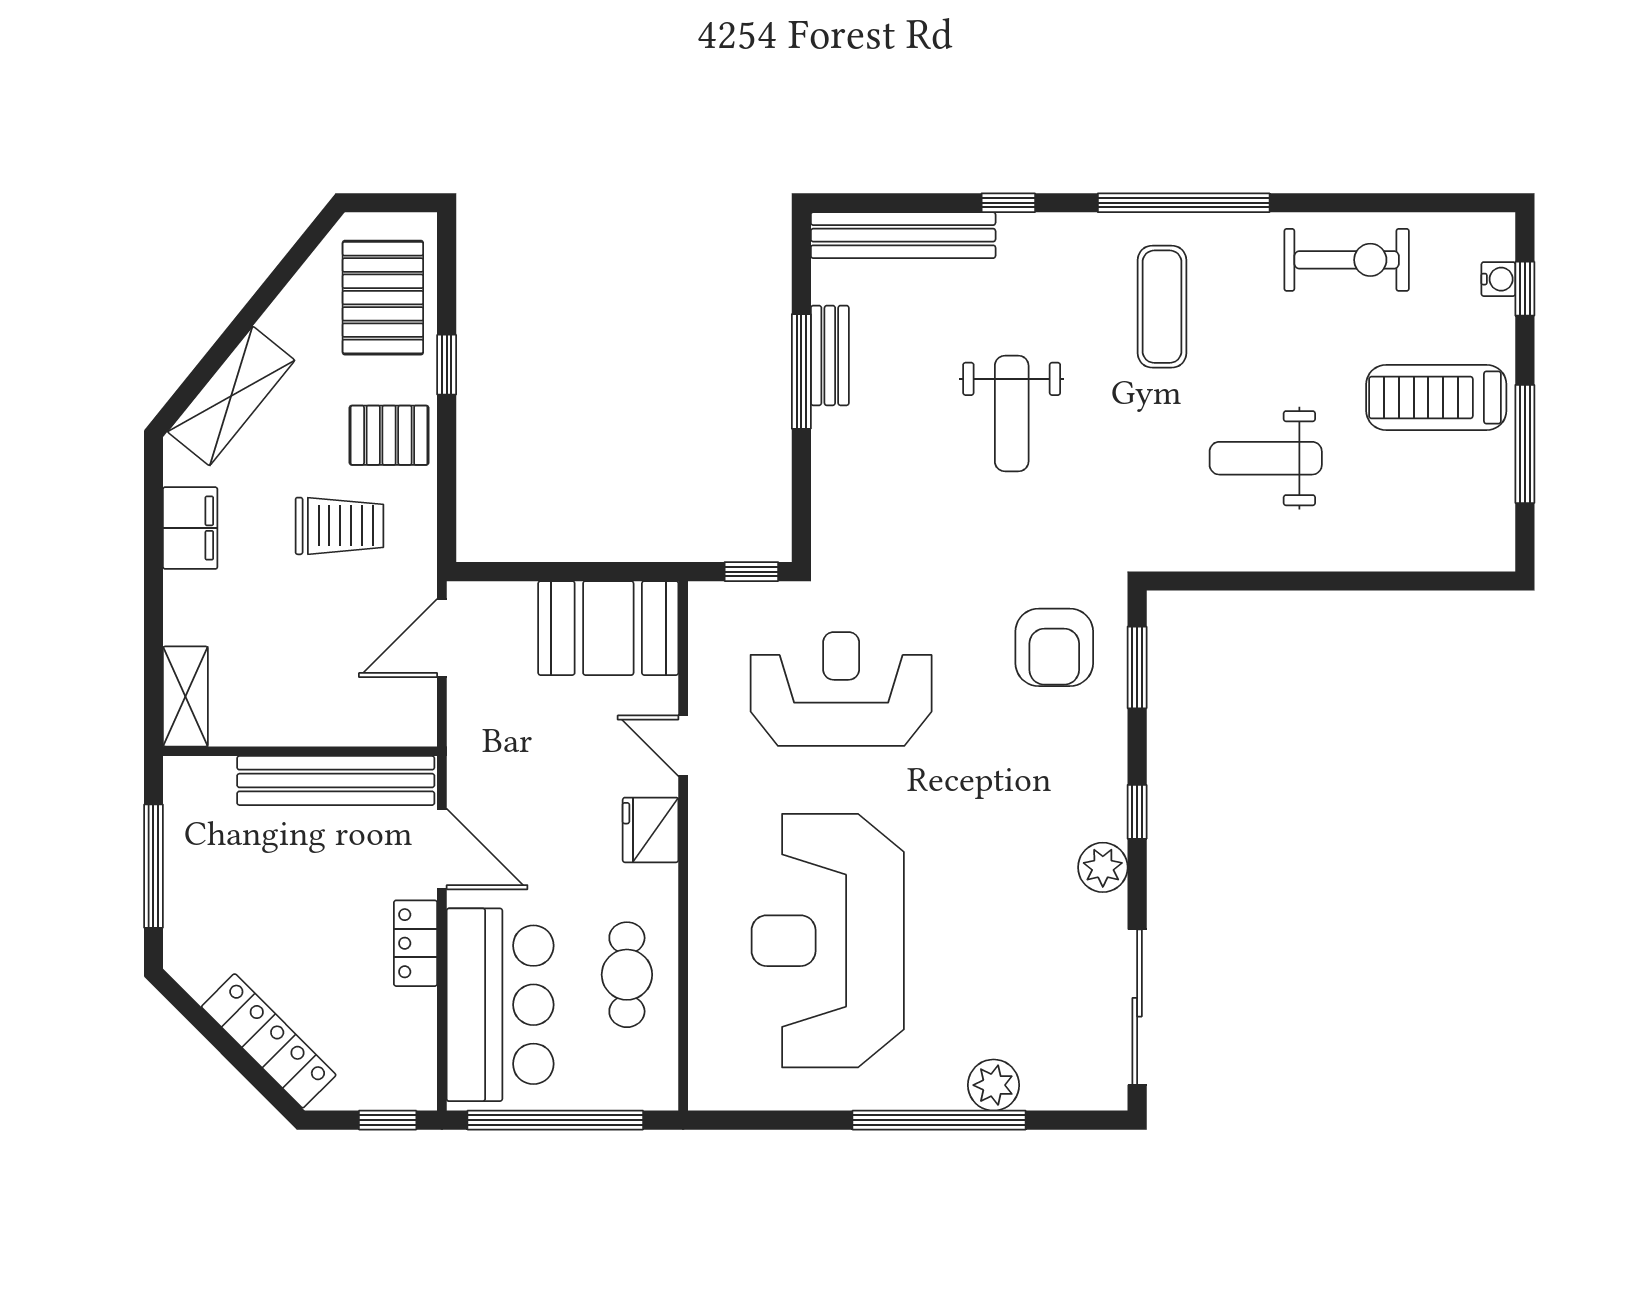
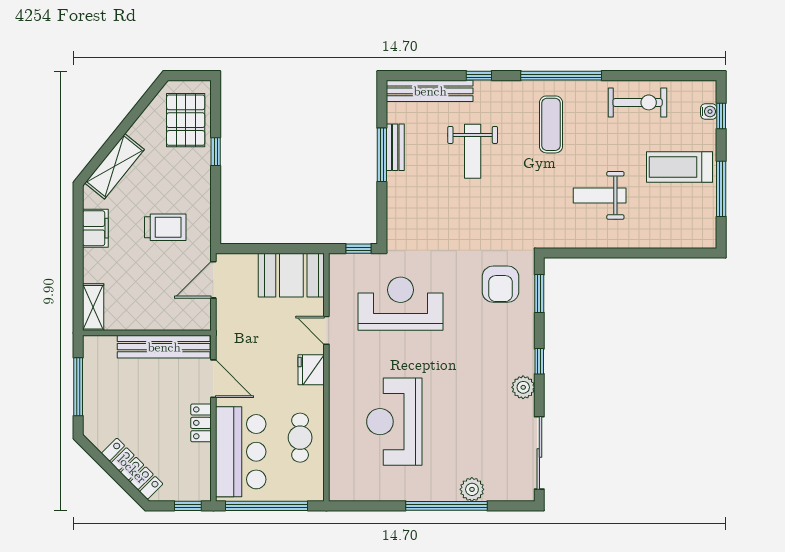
weight bench: (1012, 414) -> (473, 151), moved
pallet: (389, 435) -> (189, 185), removed
reception desk: (828, 941) -> (394, 422), width x0.74, depth x0.77

